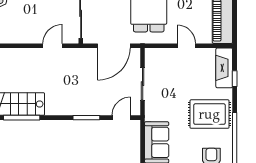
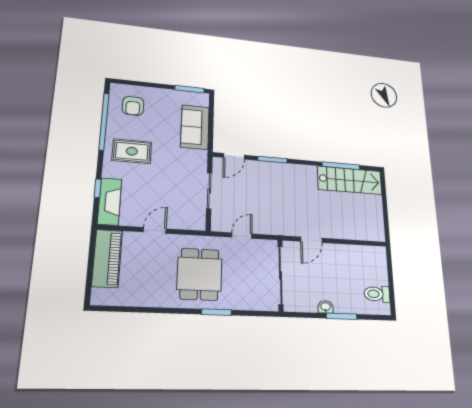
door: (114, 46) -> (242, 236), width x0.53
door: (186, 46) -> (155, 230), swing flipped
rug: (209, 114) -> (132, 151), width x0.73, depth x0.70

